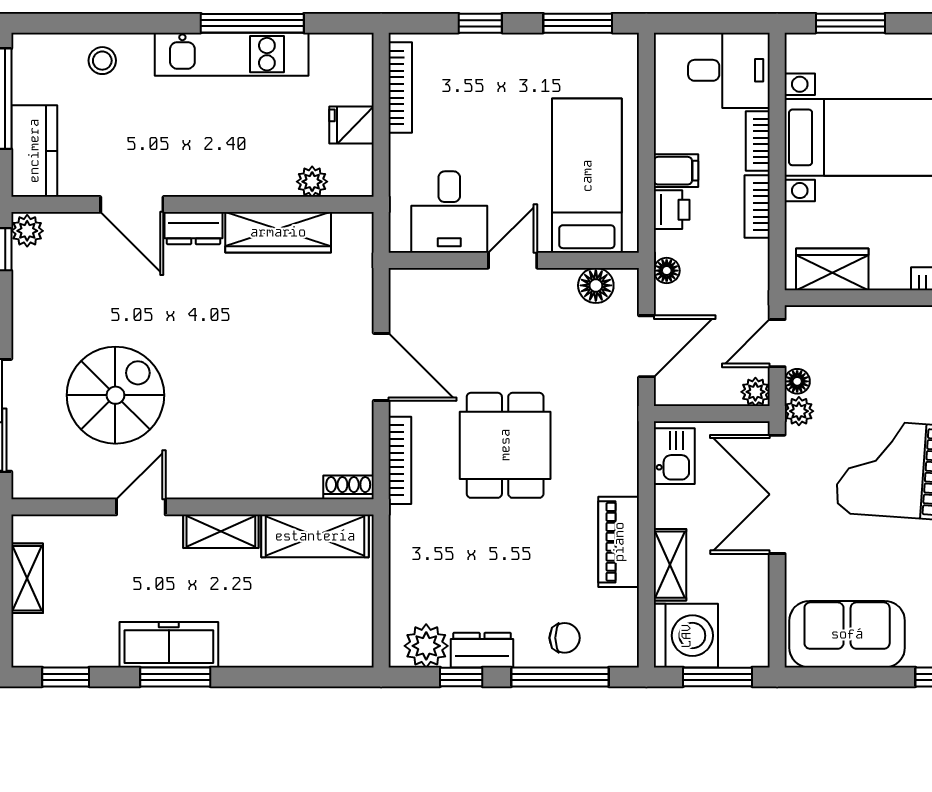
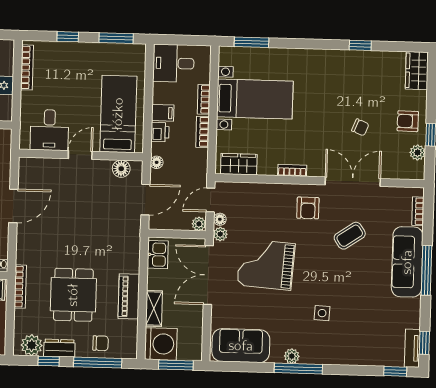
desk: (729, 70) -> (173, 63), moved, turned 180
door: (381, 367) -> (13, 206), hinge flipped
dining table: (505, 445) -> (73, 295), moved
bookcase: (400, 460) -> (20, 287), moved

